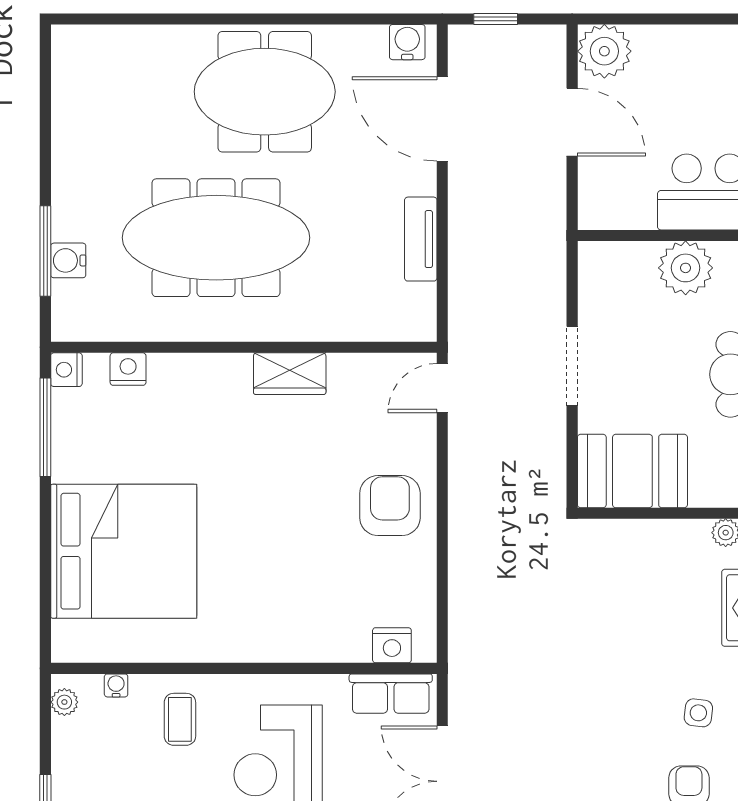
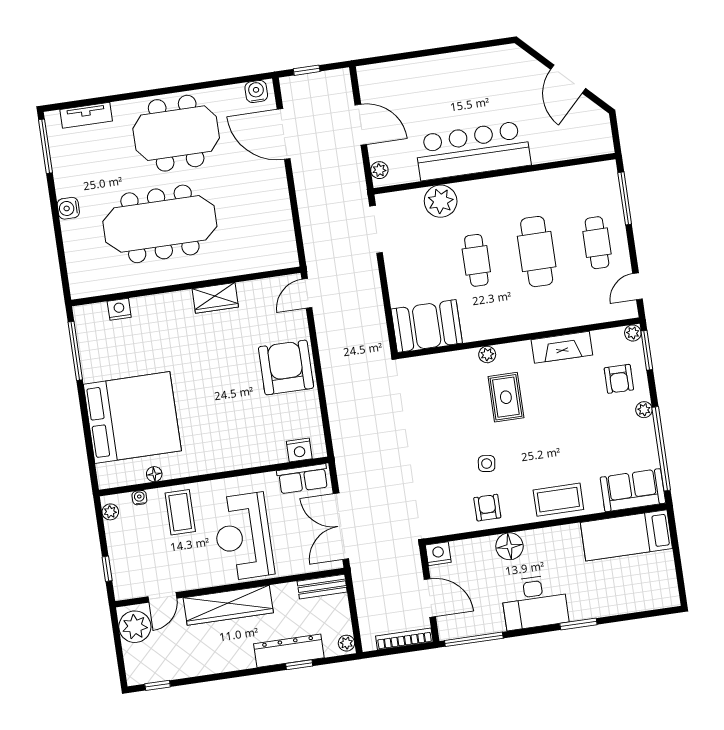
plant: (604, 51) -> (379, 170), moved, width x0.53, depth x0.53
tv unit: (421, 239) -> (86, 115), moved, turned -90
window: (45, 251) -> (45, 146), moved
water cooler: (68, 260) -> (68, 208), moved
doorway: (572, 366) -> (376, 229), moved
nightstand: (66, 370) -> (83, 315), removed
armchair: (390, 506) -> (286, 367), width x1.36, depth x1.36
floor lamp: (146, 650) -> (154, 474), added
coffee table: (180, 719) -> (180, 512), width x1.36, depth x1.30

